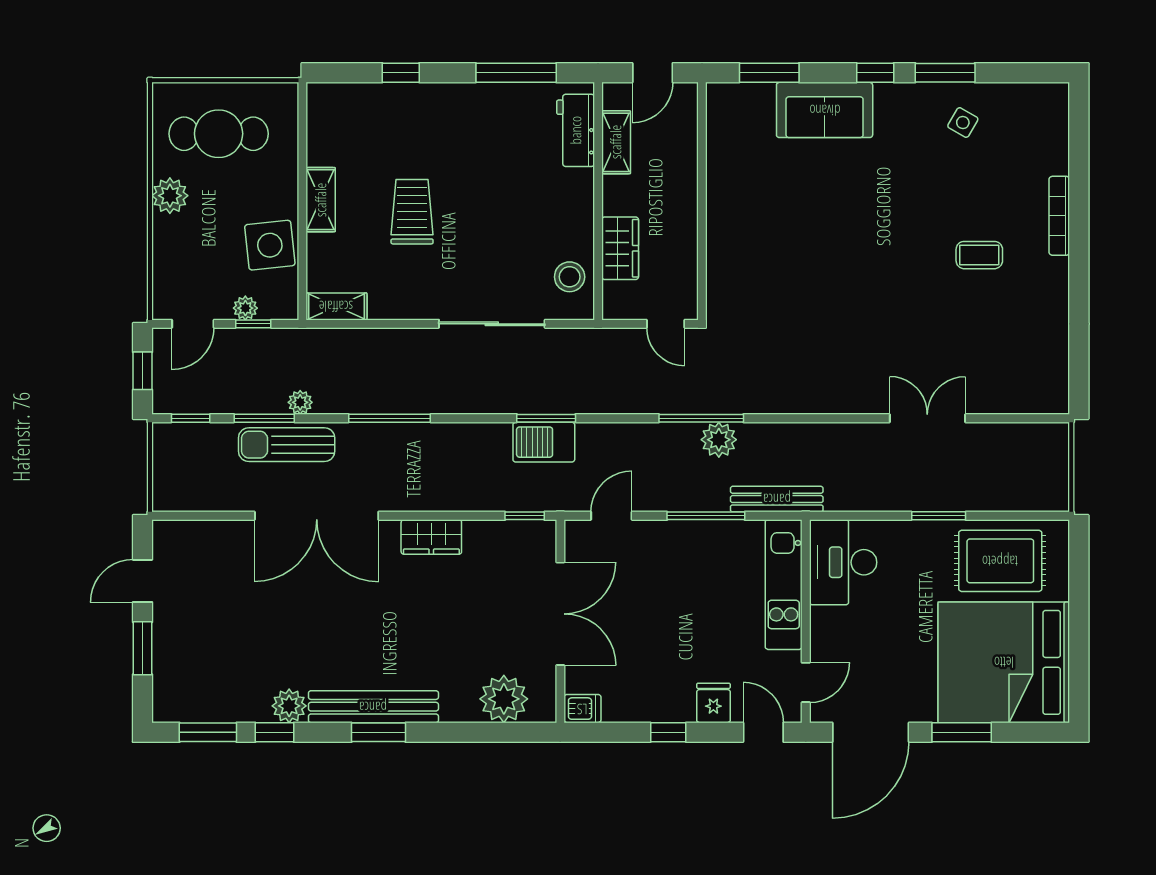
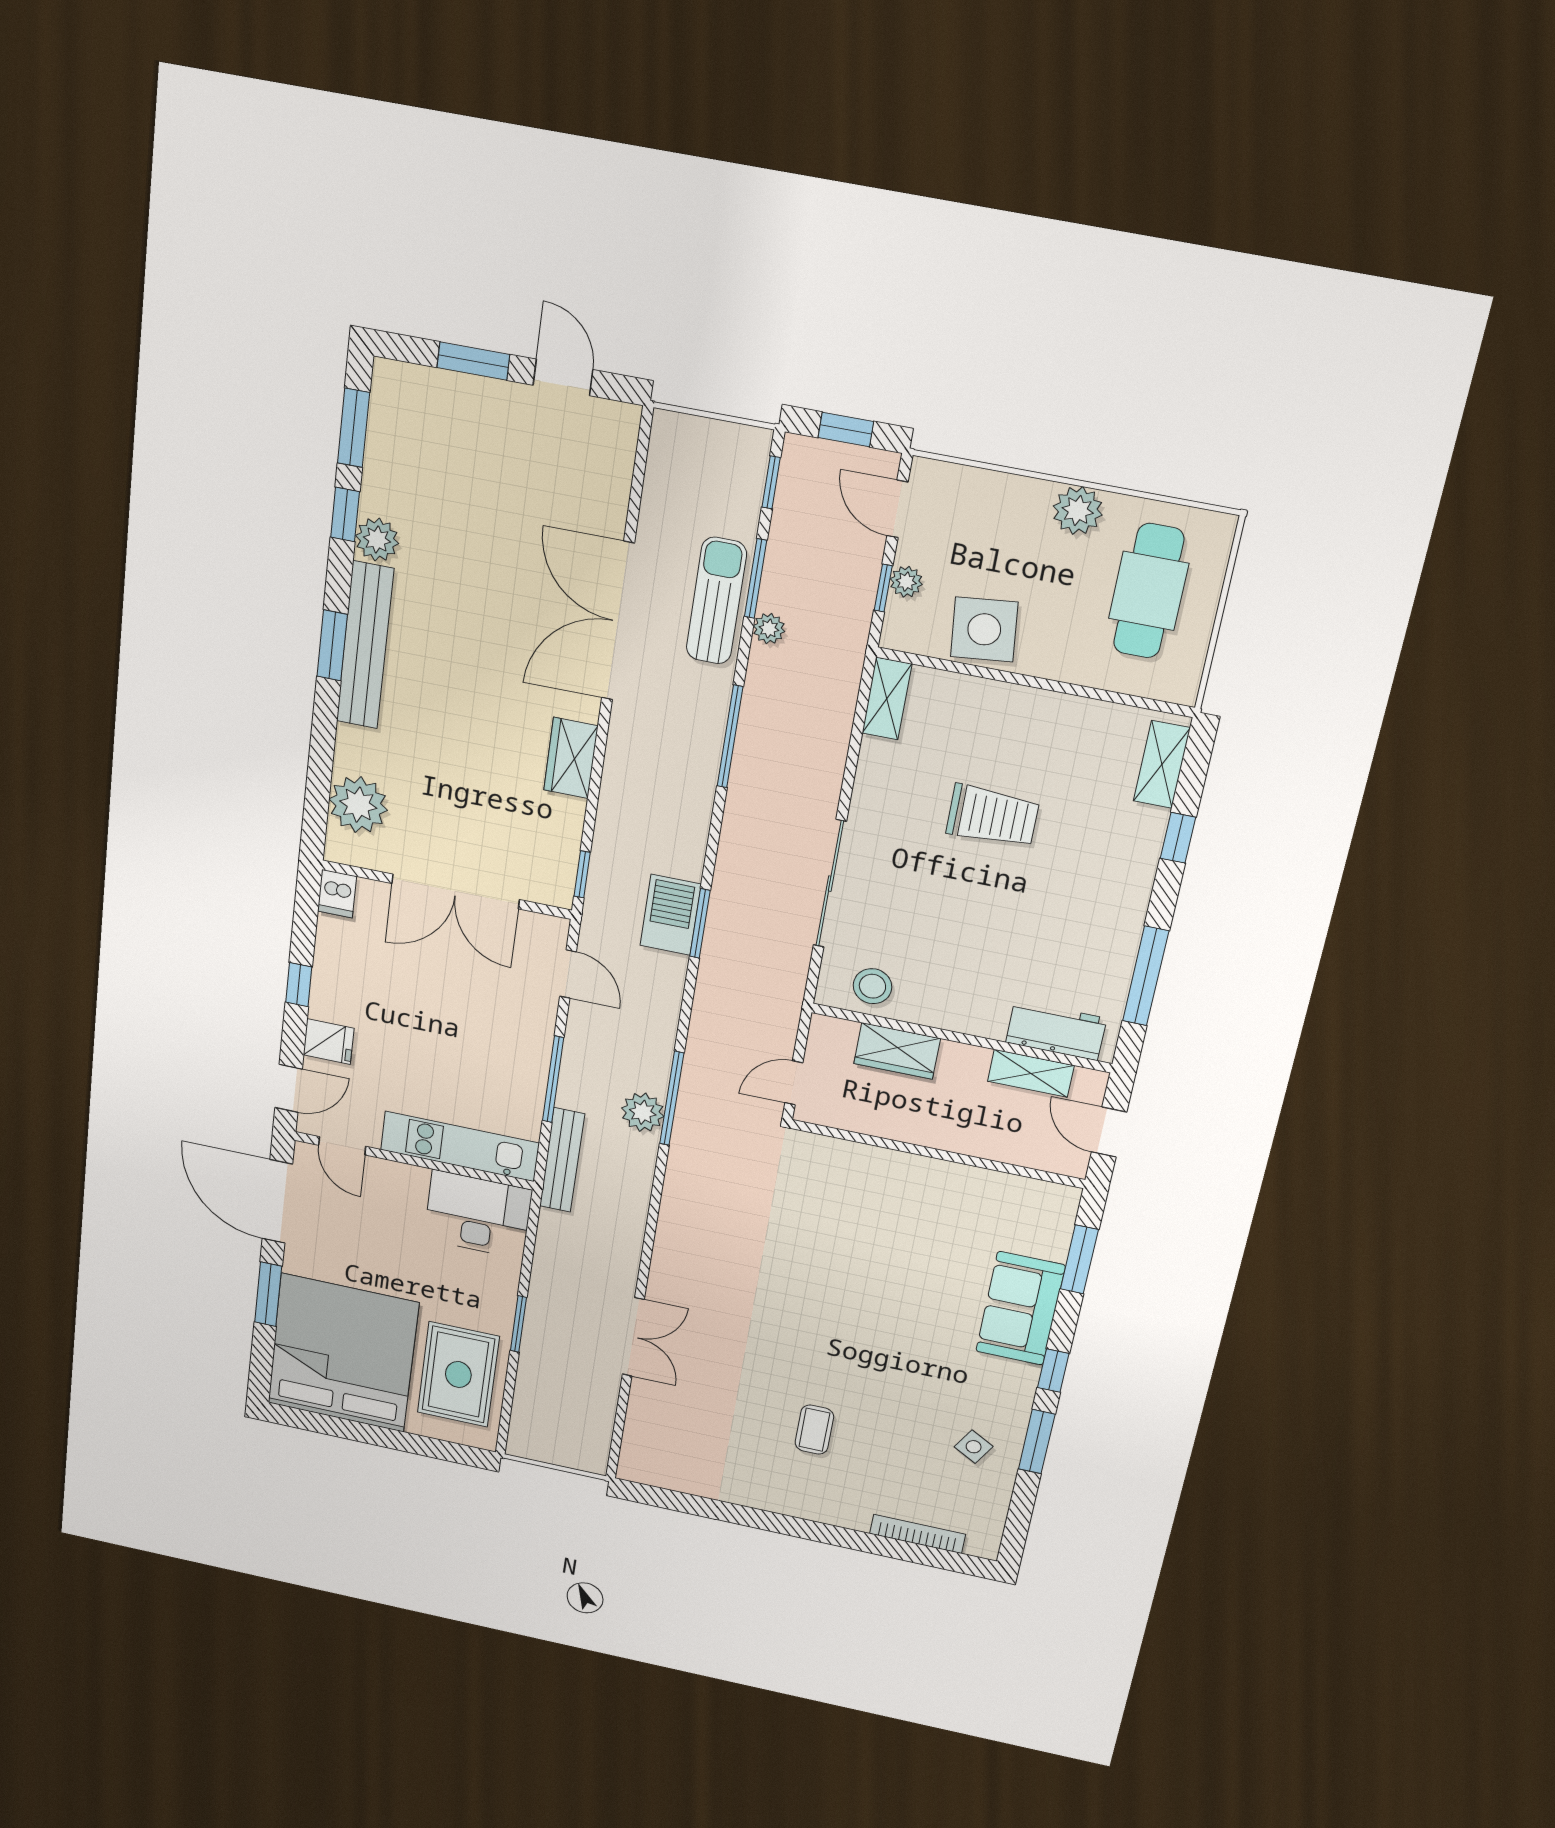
shelving: (321, 200) -> (1162, 764), moved, turned 90
bookcase: (1059, 216) -> (918, 1534), moved

